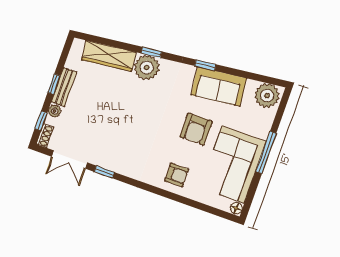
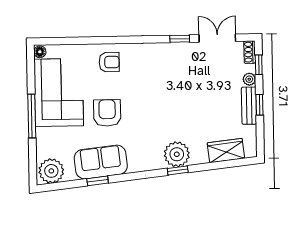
wardrobe: (109, 56) -> (226, 150), width x0.67
window: (205, 65) -> (98, 181), moved
armchair: (177, 175) -> (109, 62), turned 180

